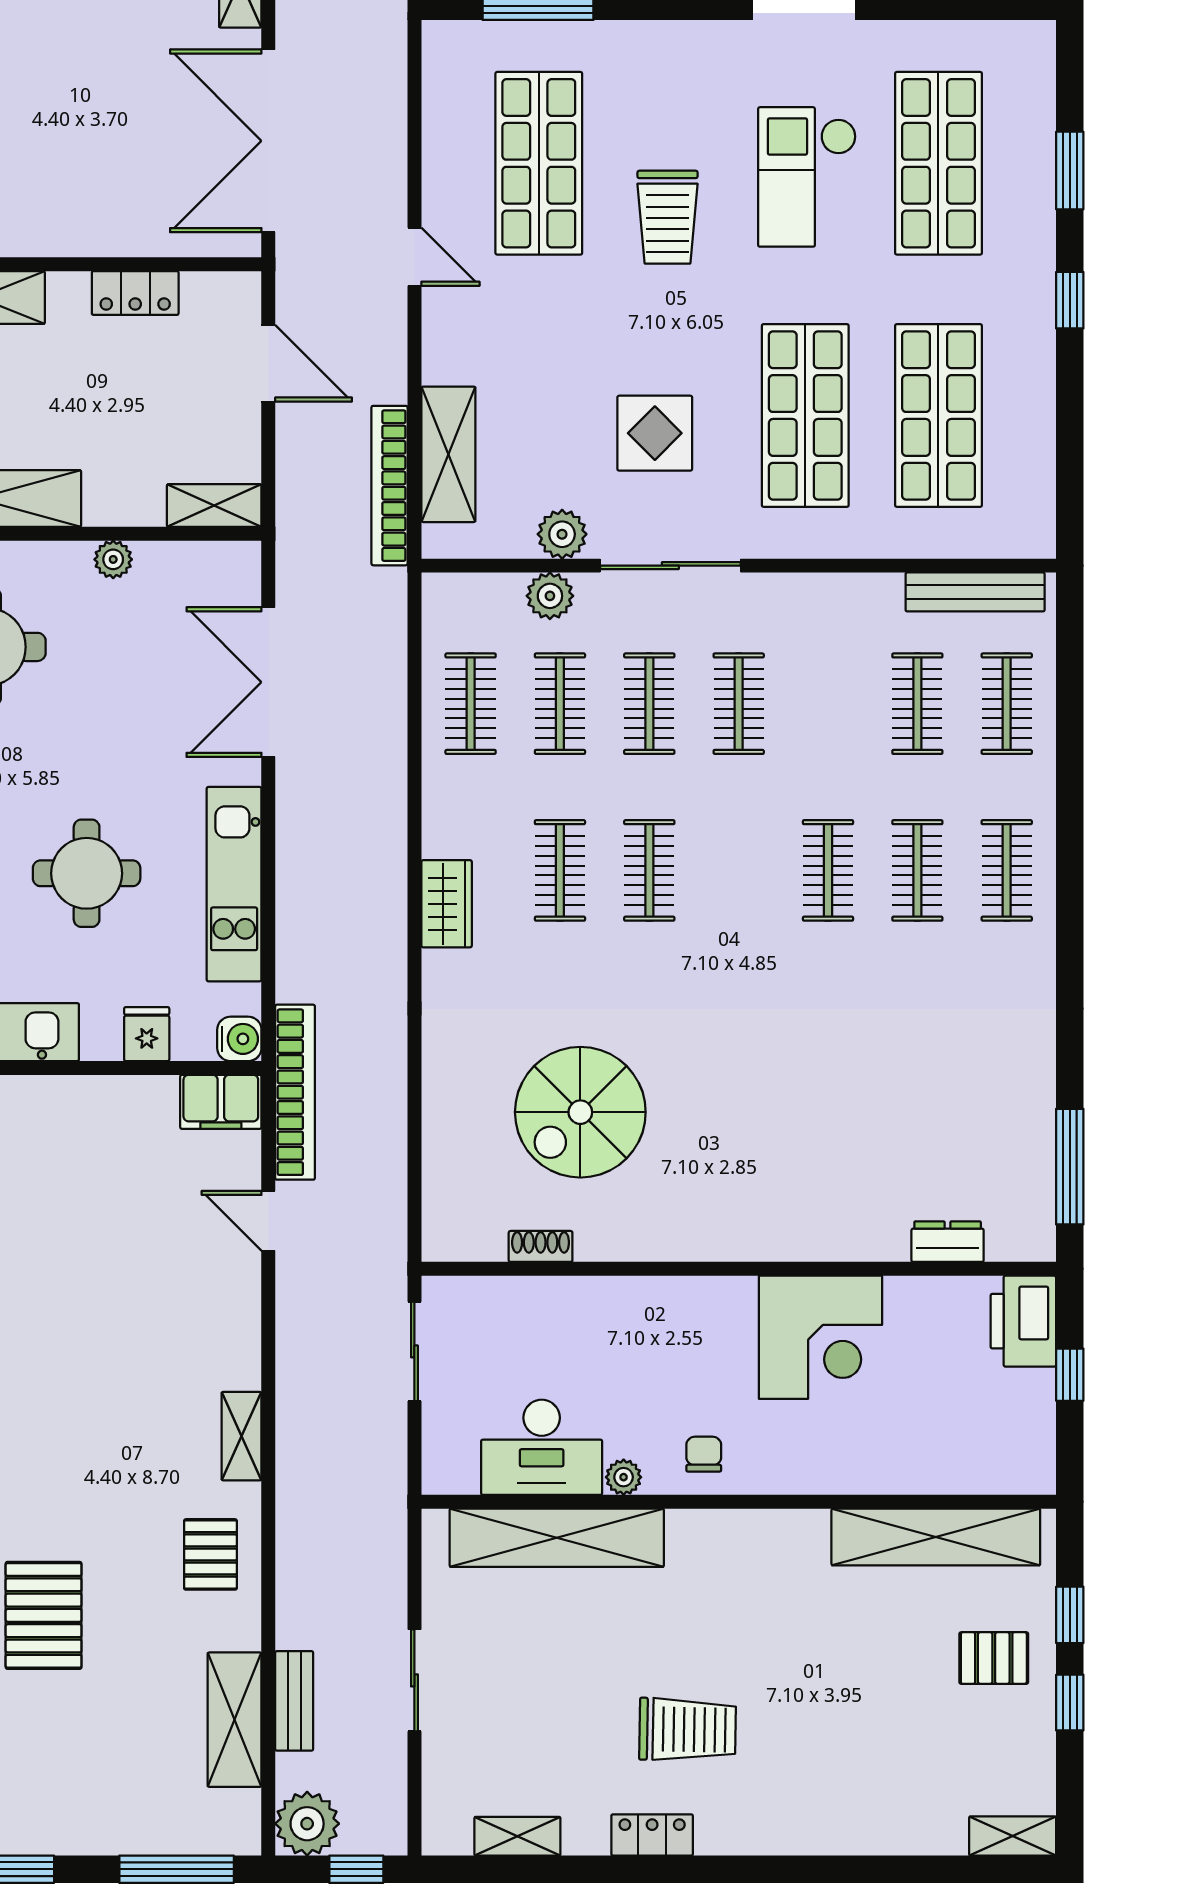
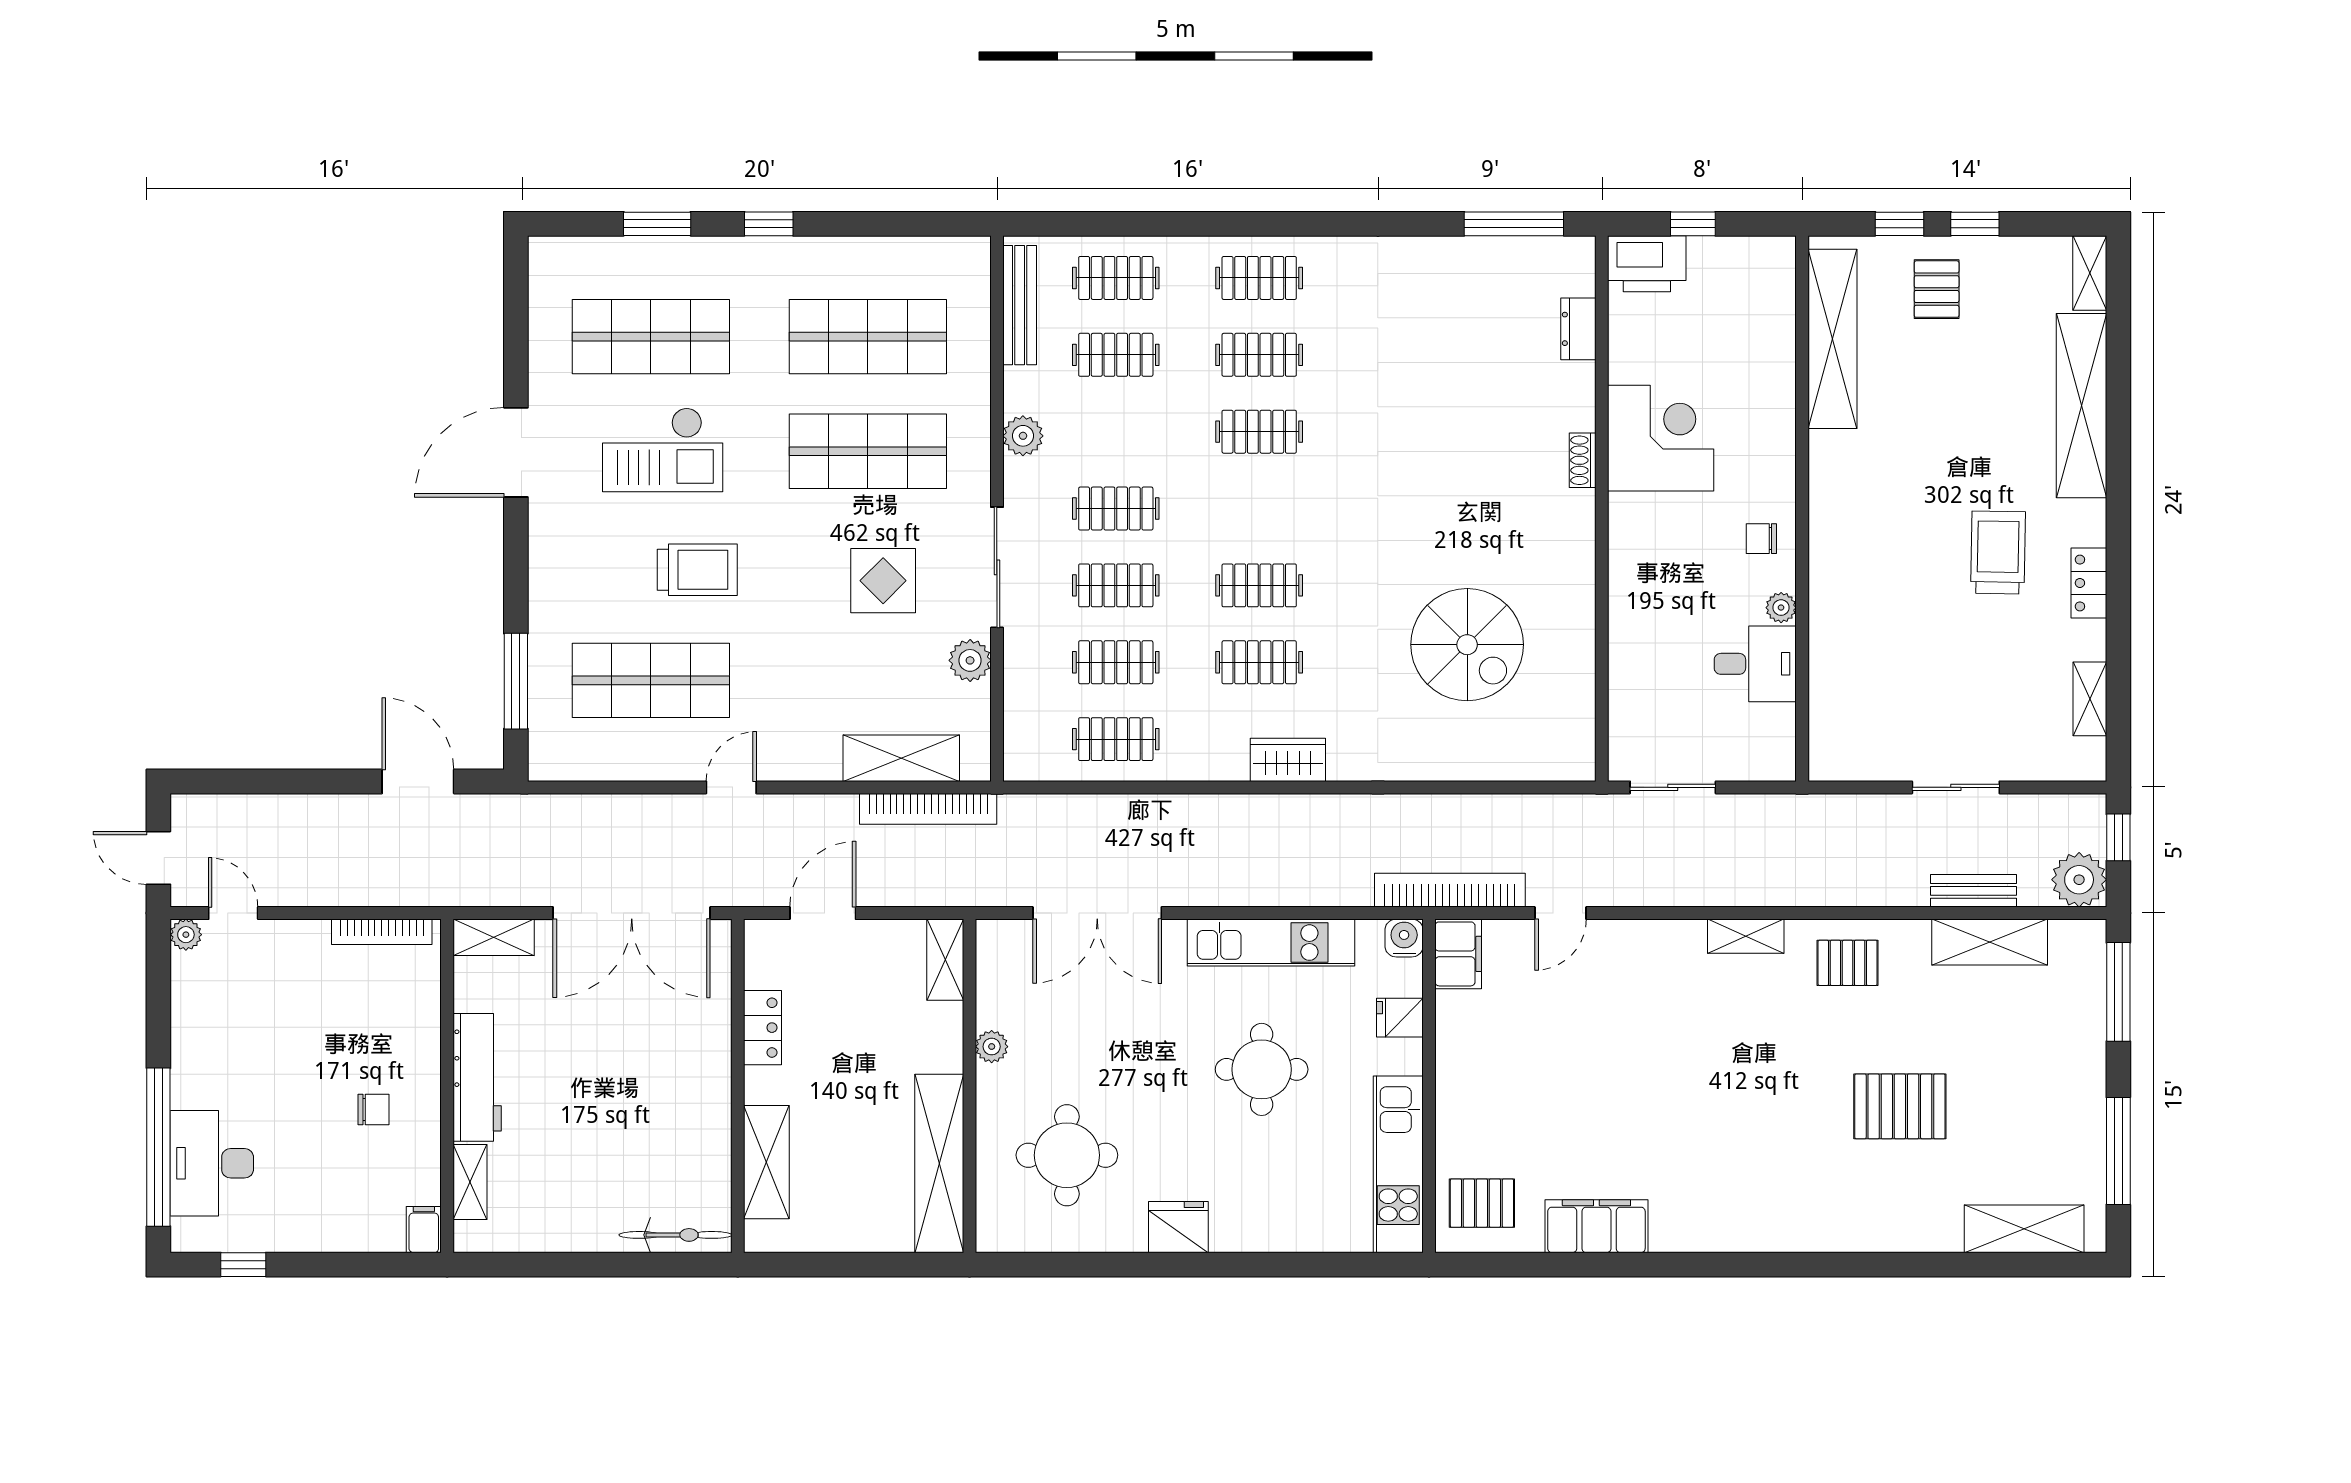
plant: (550, 596) -> (1023, 436), moved
shoe rack: (541, 1246) -> (1583, 460), moved
desk: (542, 1447) -> (1755, 664), width x0.73
shelving: (557, 1538) -> (2081, 406), moved

